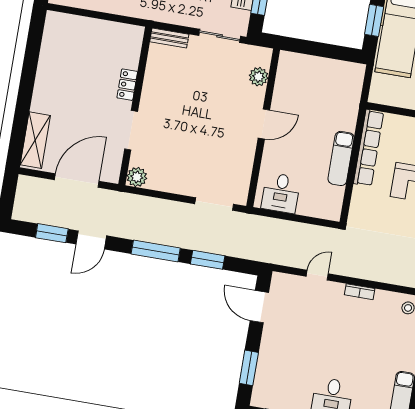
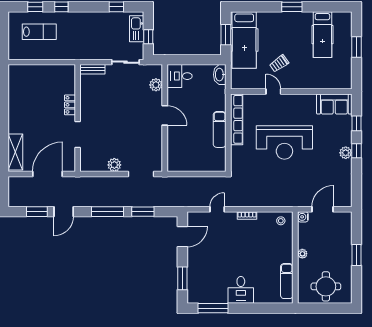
washbasin: (355, 78) -> (220, 75), added
door: (264, 124) -> (165, 115), hinge flipped
plant: (137, 177) -> (114, 165), moved
desk: (281, 193) -> (180, 76), moved, turned 90
door: (259, 307) -> (182, 237), swing flipped

